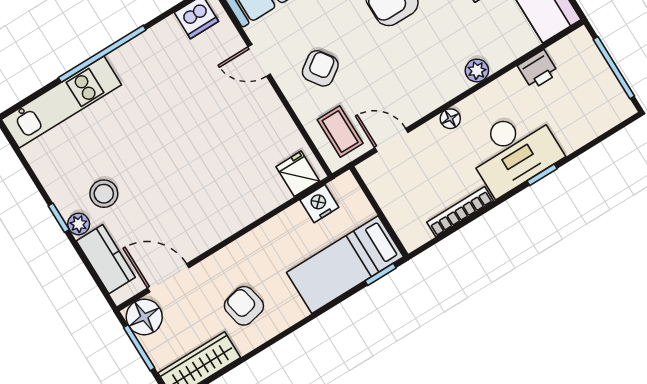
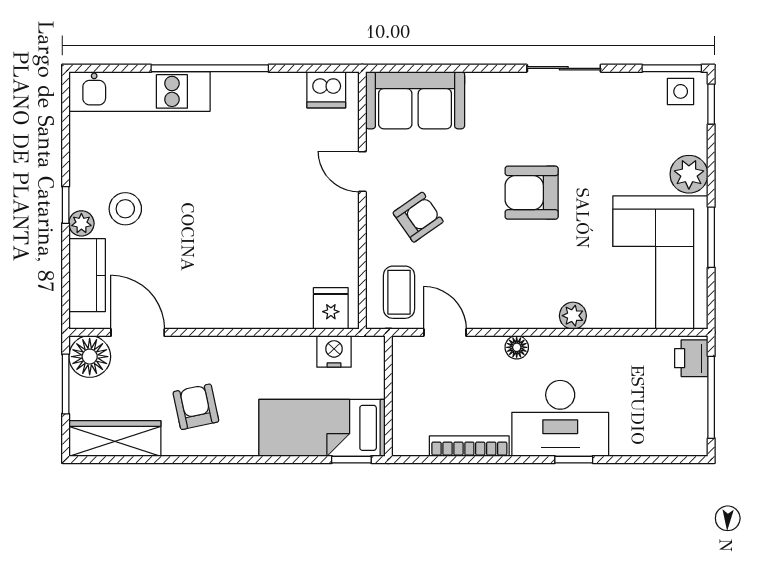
printer: (538, 70) -> (691, 358), moved, turned 90

